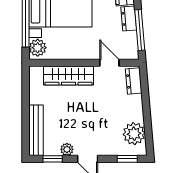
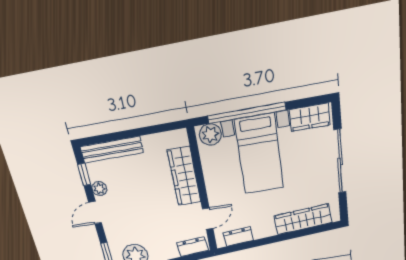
dresser: (129, 18) -> (238, 237), moved
window: (140, 30) -> (250, 245), removed

